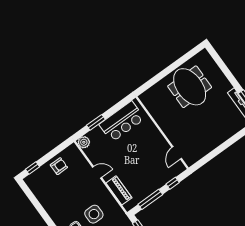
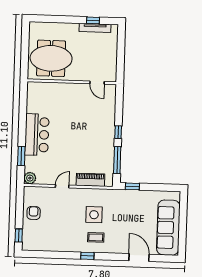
wall: (162, 133) -> (72, 82), moved
door: (177, 153) -> (97, 83), moved

